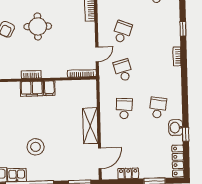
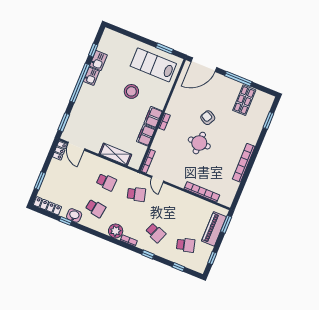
school desk: (122, 32) -> (156, 233), moved
plant: (173, 75) -> (116, 231), added
filing cabinet: (49, 88) -> (146, 135), width x2.00
shelving: (90, 126) -> (115, 154), moved
stool: (36, 147) -> (131, 91), moved
locker: (128, 173) -> (60, 151), moved

